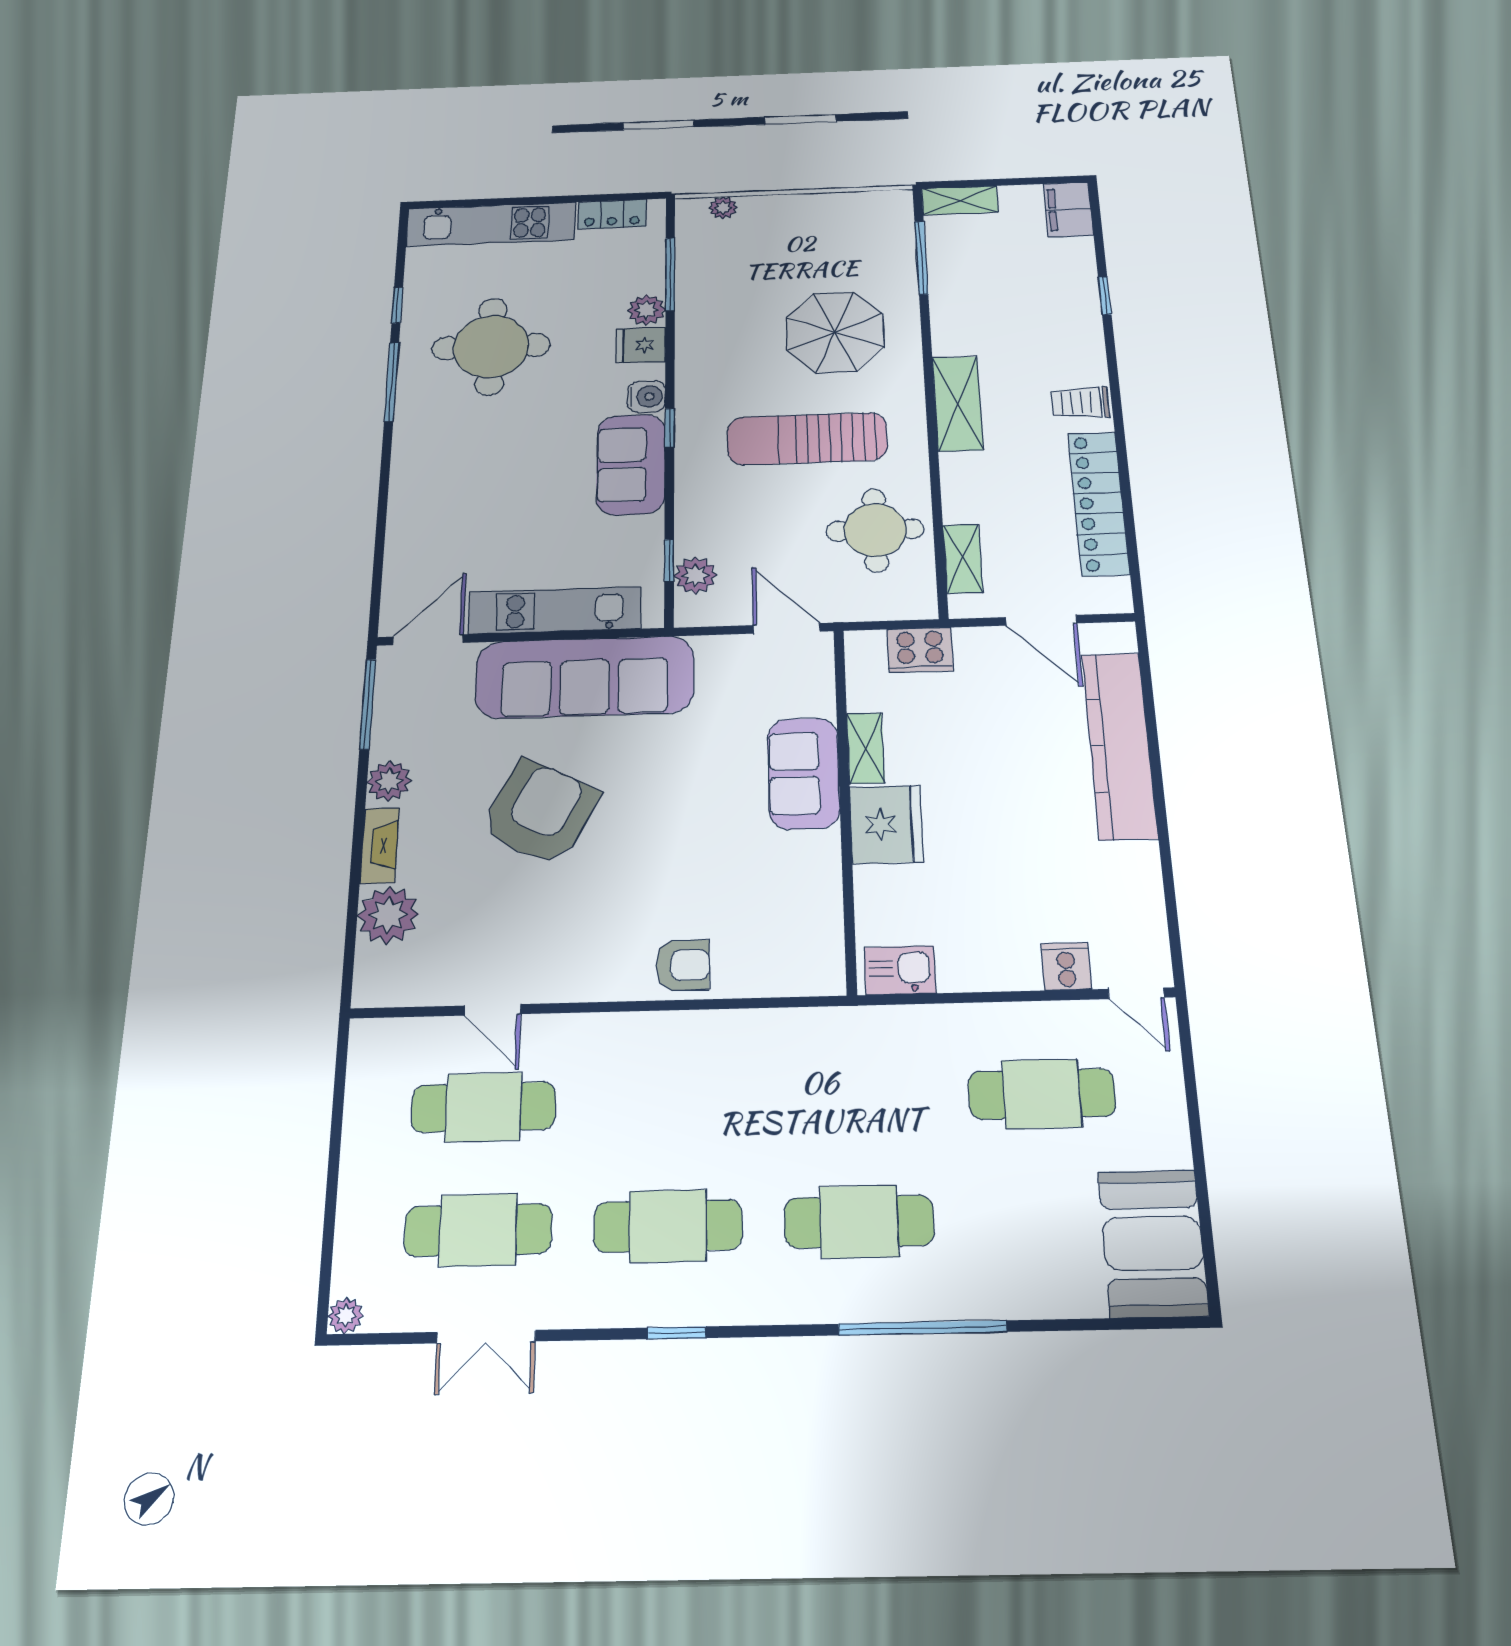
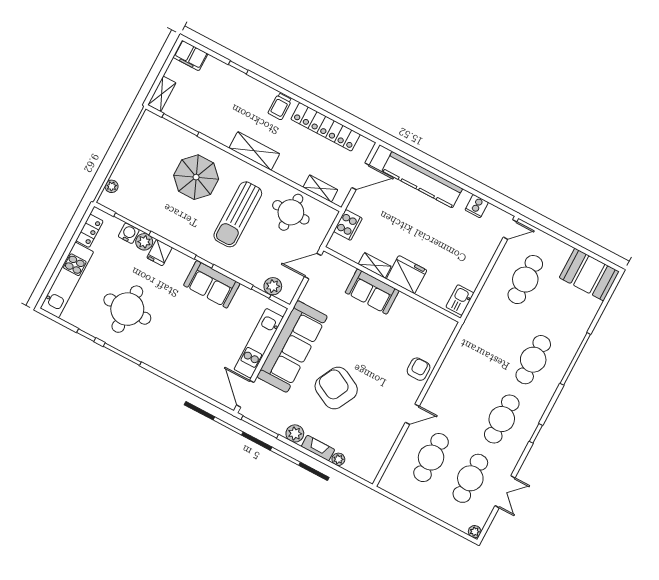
water cooler: (646, 397) -> (129, 233), moved
plant: (388, 915) -> (338, 459), width x0.53, depth x0.53
cooker: (1066, 966) -> (477, 206), moved, turned -90
door: (493, 1010) -> (412, 414), moved

